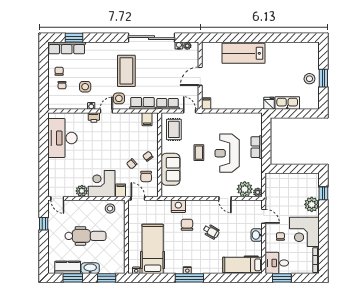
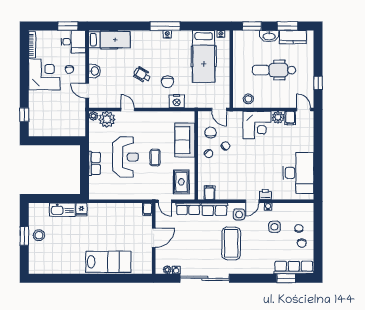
filing cabinet: (121, 190) -> (290, 118), moved
plant: (312, 204) -> (37, 103), removed

